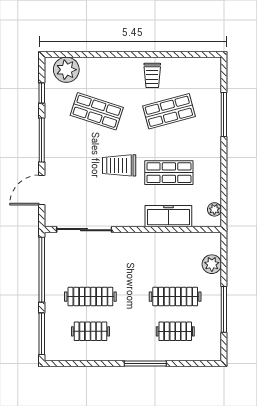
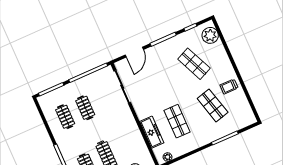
shop shelf: (97, 111) -> (194, 64), turned -42
trolley: (119, 165) -> (168, 91), removed
door: (42, 190) -> (134, 52), swing flipped
clothes rail: (90, 297) -> (85, 108), width x0.73

